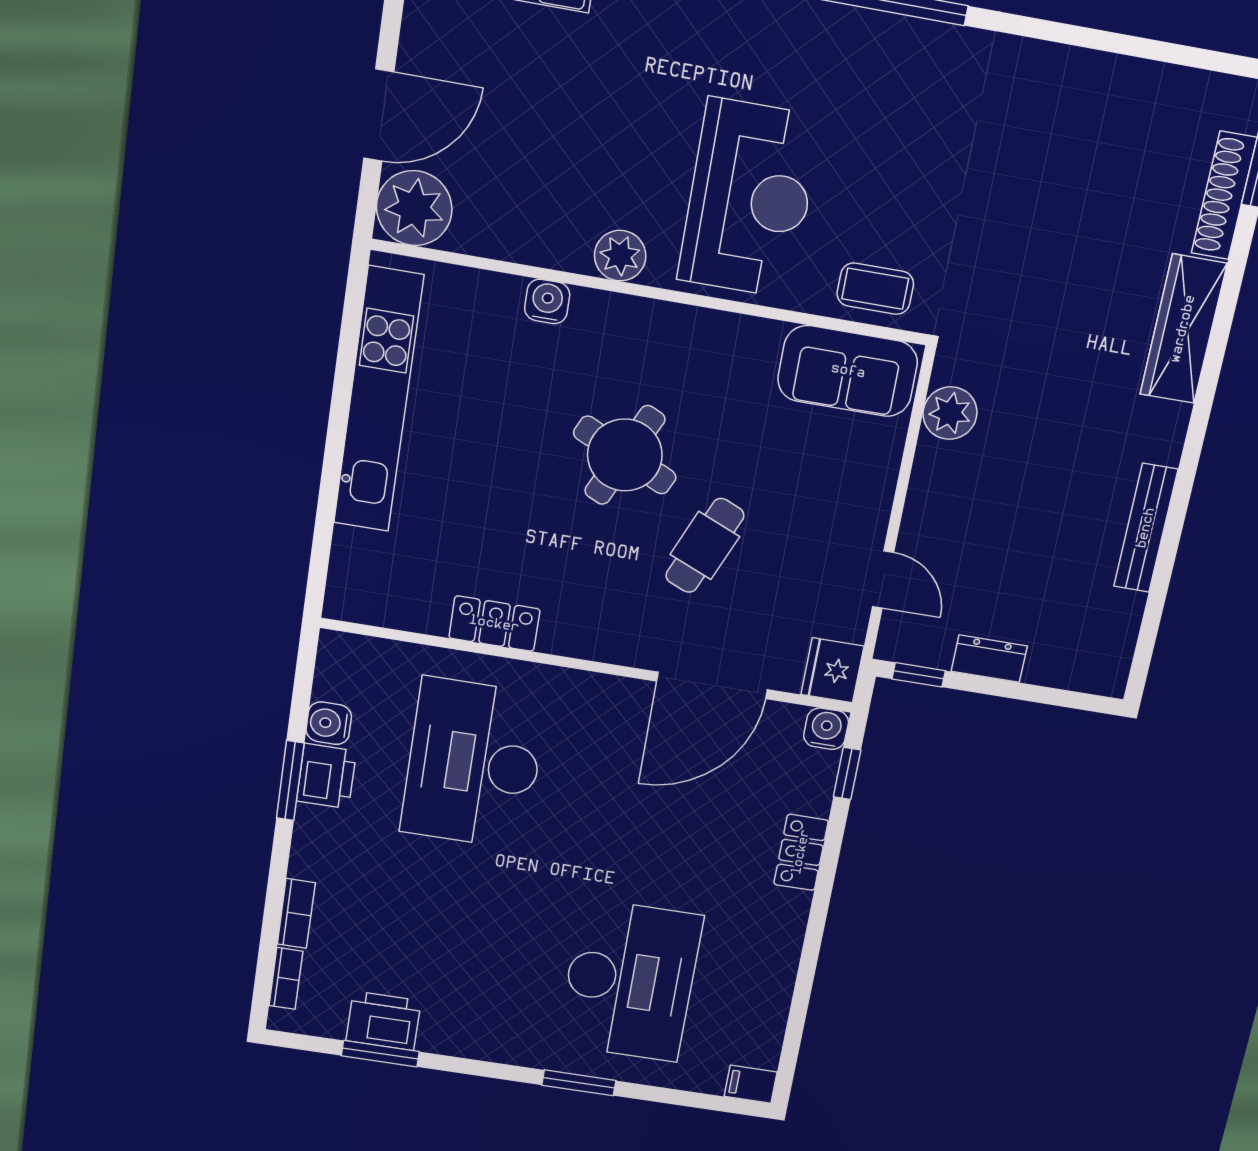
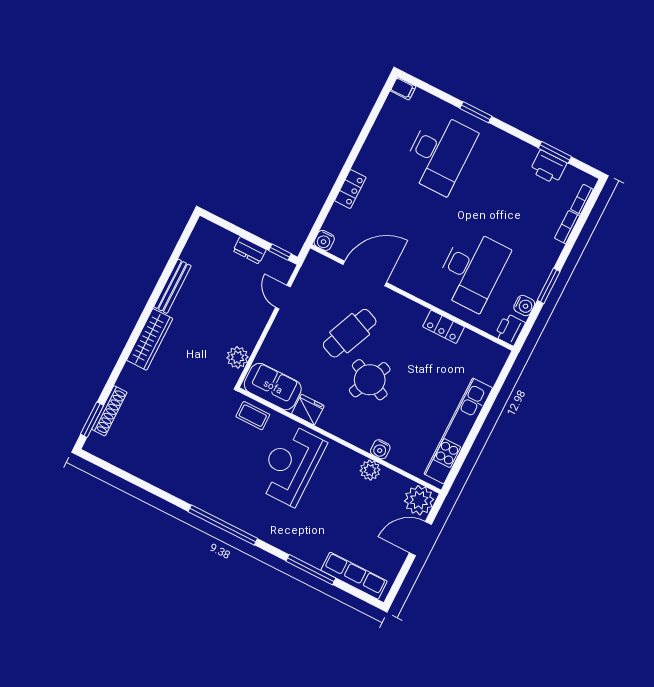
plant: (620, 256) -> (370, 470), moved
wardrobe: (1183, 329) -> (150, 339), moved
cafe table: (705, 546) -> (350, 333), width x1.37, depth x1.35
fridge: (832, 670) -> (308, 410), moved, turned -90
window: (847, 774) -> (321, 218), removed
printer: (326, 776) -> (510, 330), moved
desk: (630, 981) -> (439, 153), turned 180

